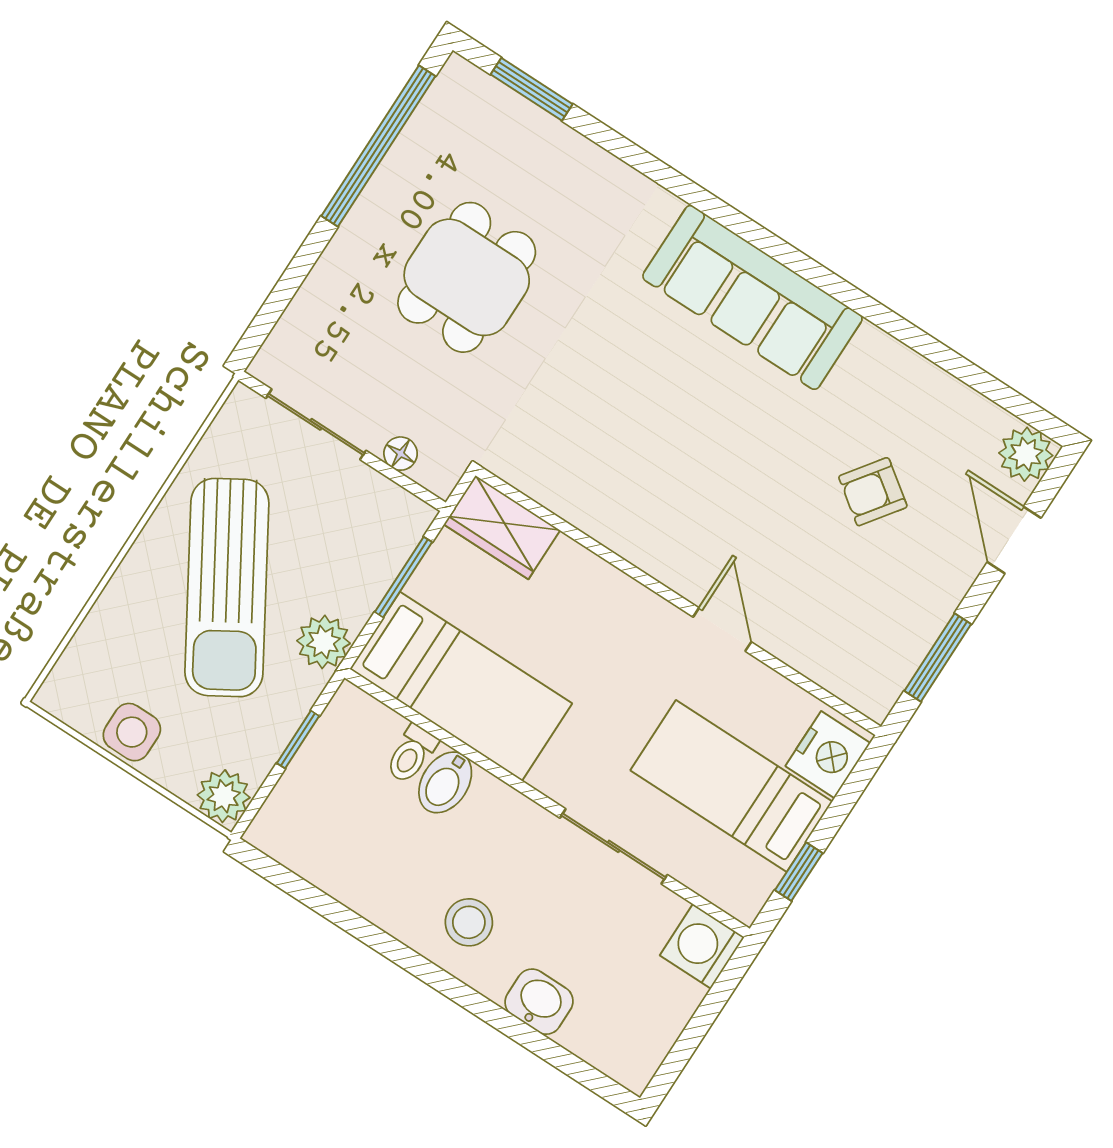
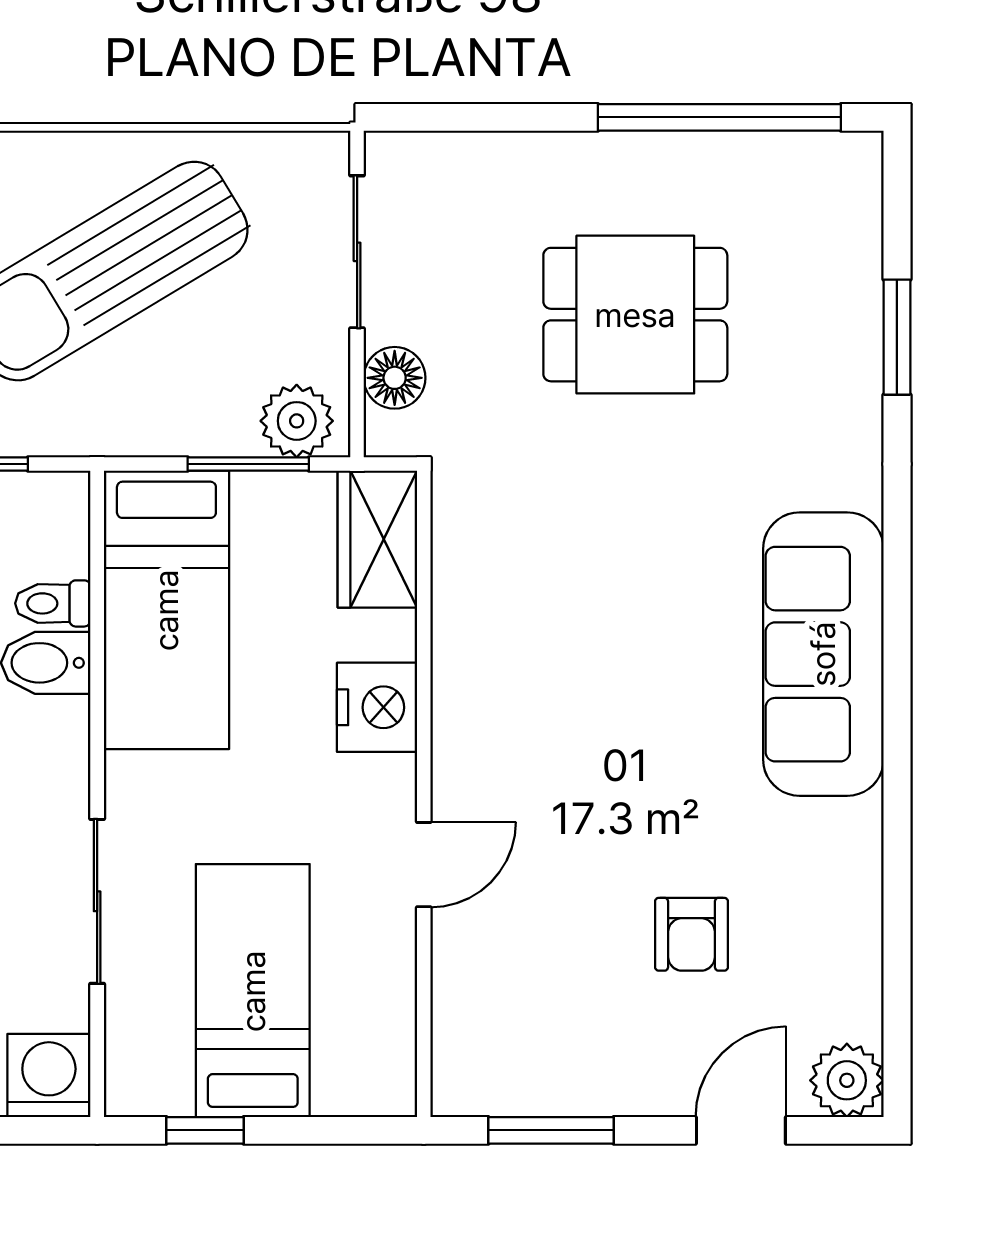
window: (532, 89) -> (897, 337), moved
floor lamp: (401, 454) -> (395, 378), width x1.37, depth x1.37
armchair: (873, 492) -> (691, 934), turned -126
plant: (324, 642) -> (297, 421), moved
nightstand: (828, 755) -> (377, 707), moved, turned -90

